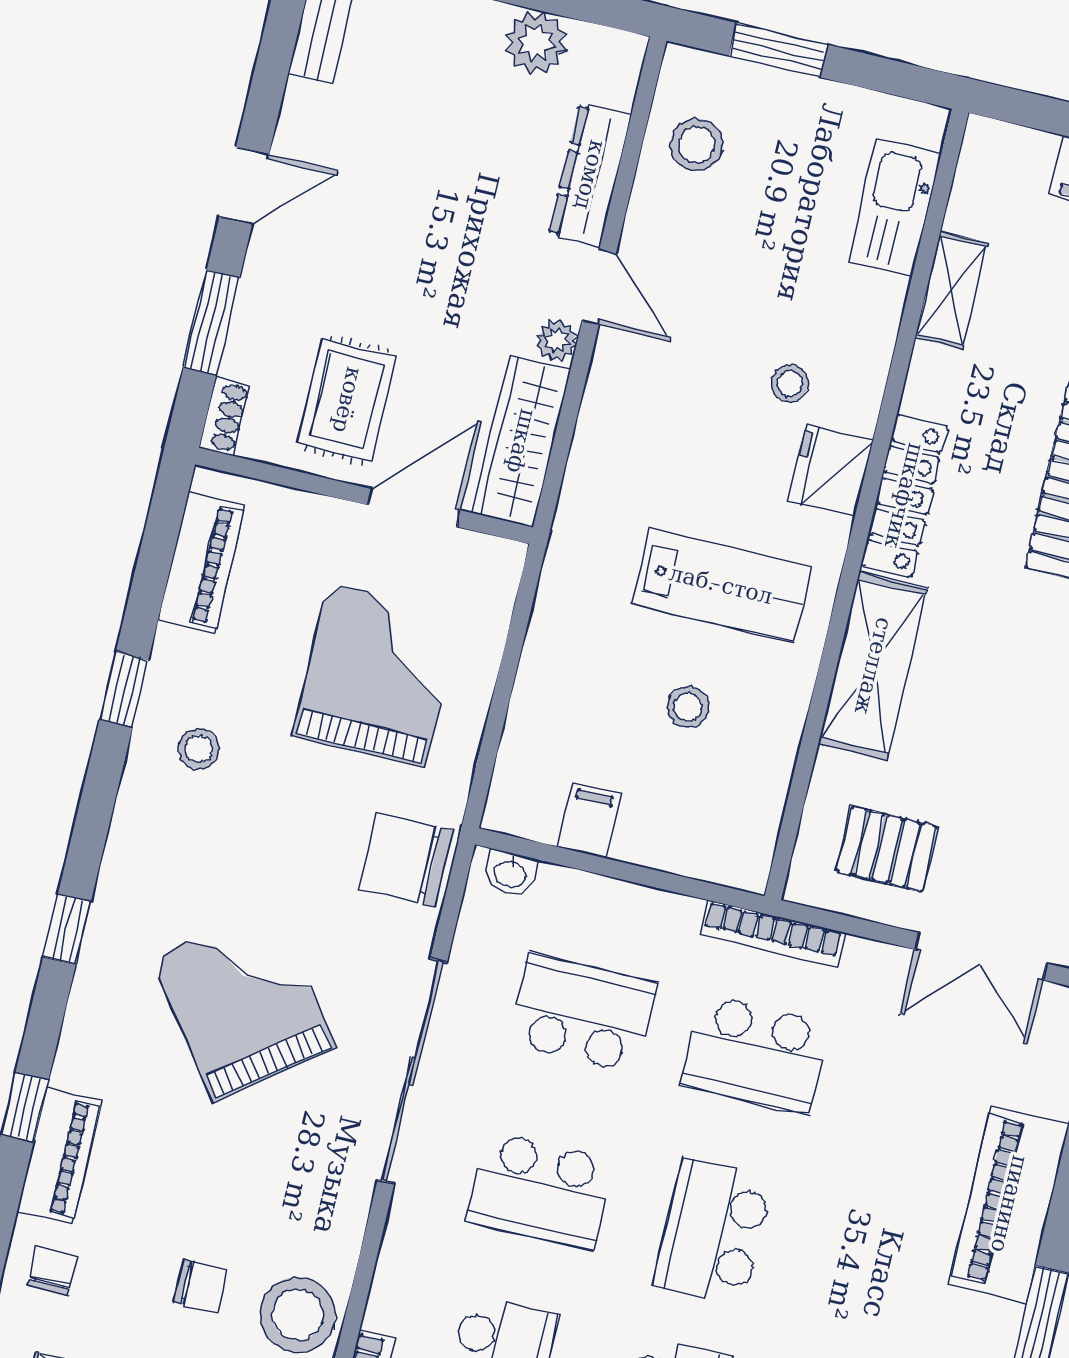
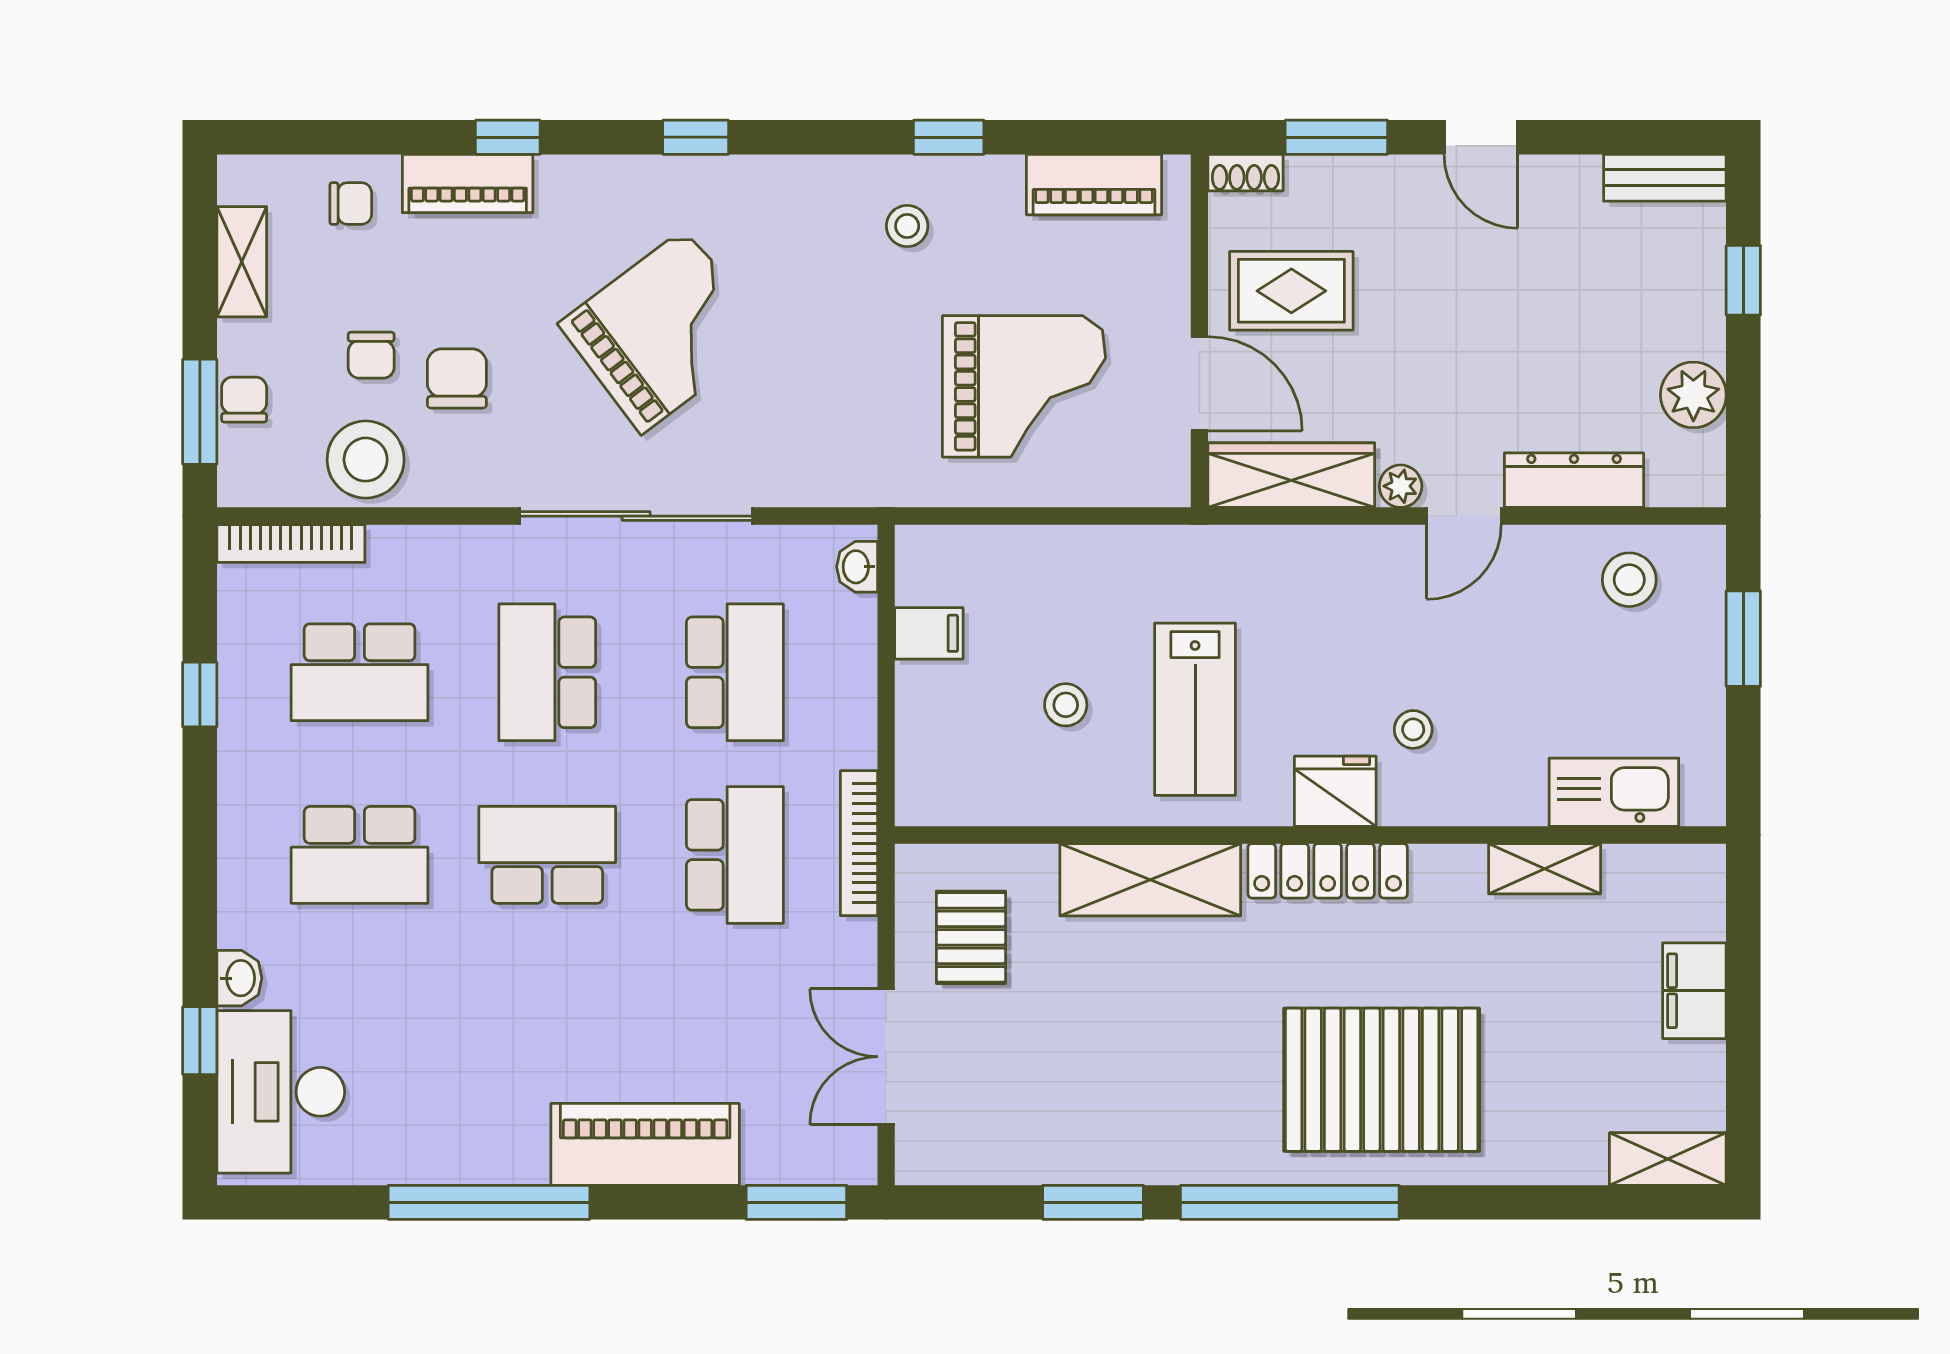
chair: (406, 860) -> (457, 378), moved, width x0.73, depth x0.73
school desk: (756, 1054) -> (735, 855), turned 180

